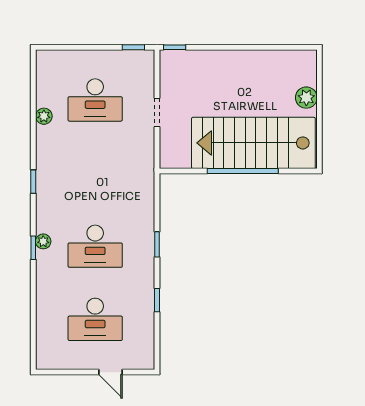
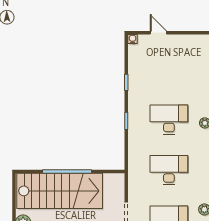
desk: (95, 319) -> (169, 170), moved
water cooler: (148, 363) -> (133, 39), added

